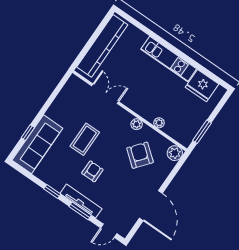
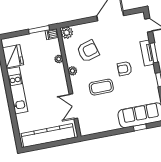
coffee table: (85, 139) -> (101, 87), moved
dishwasher: (187, 139) -> (52, 34), added
armchair: (140, 155) -> (88, 51), turned -145
tv unit: (81, 201) -> (147, 53), width x0.71

